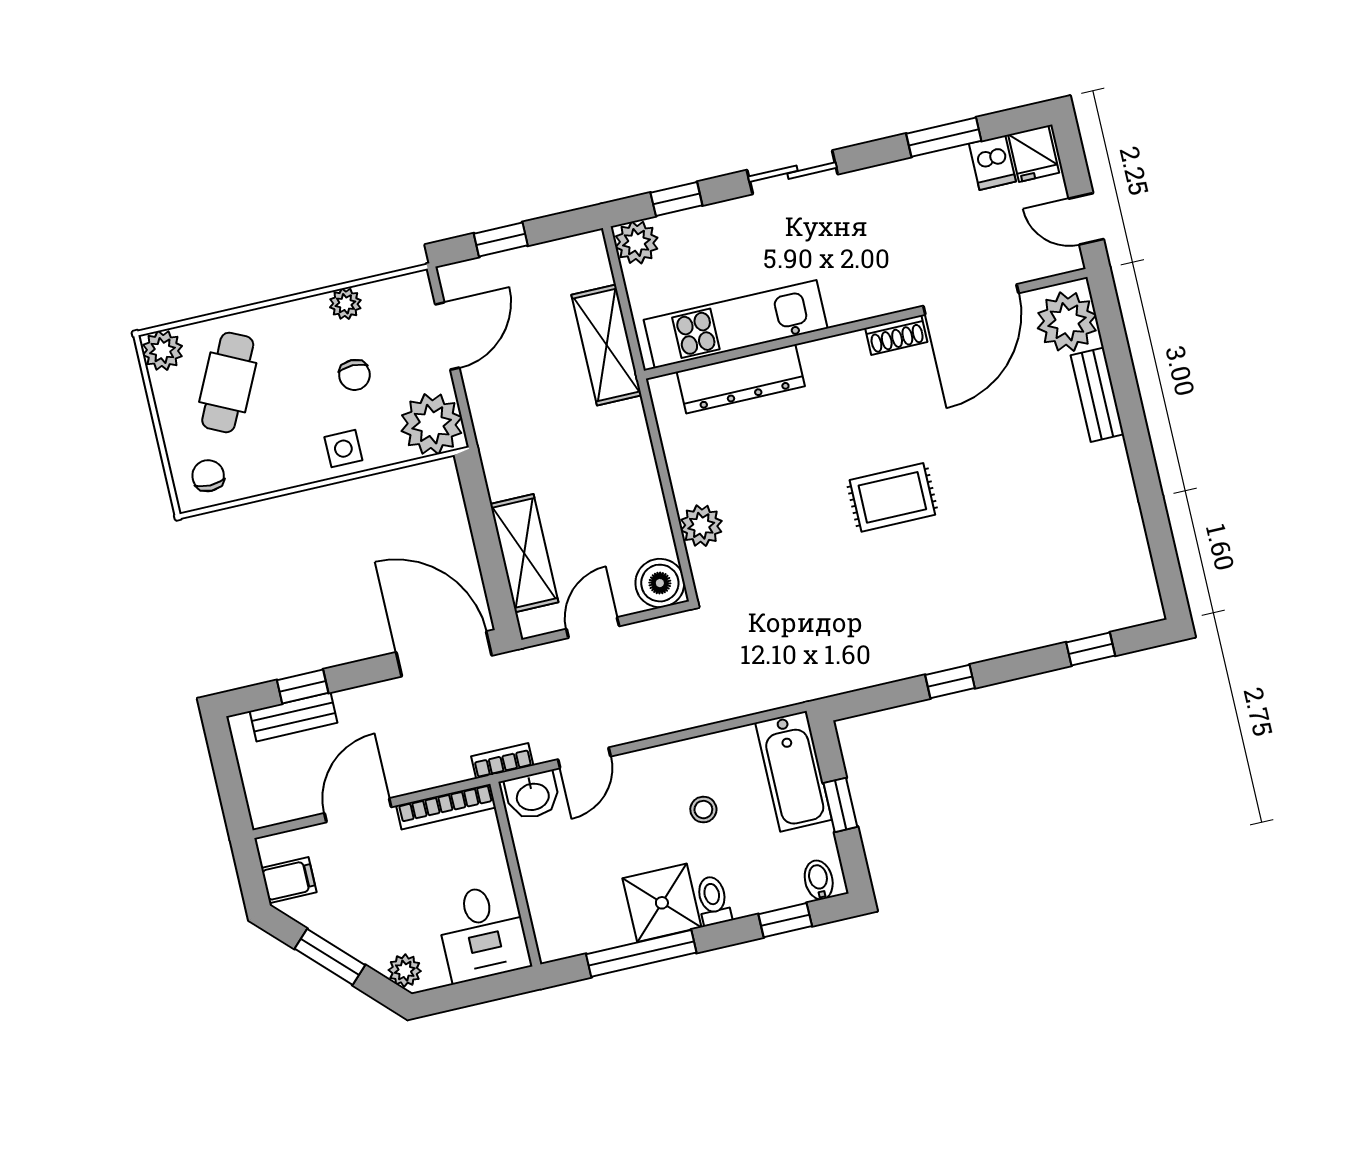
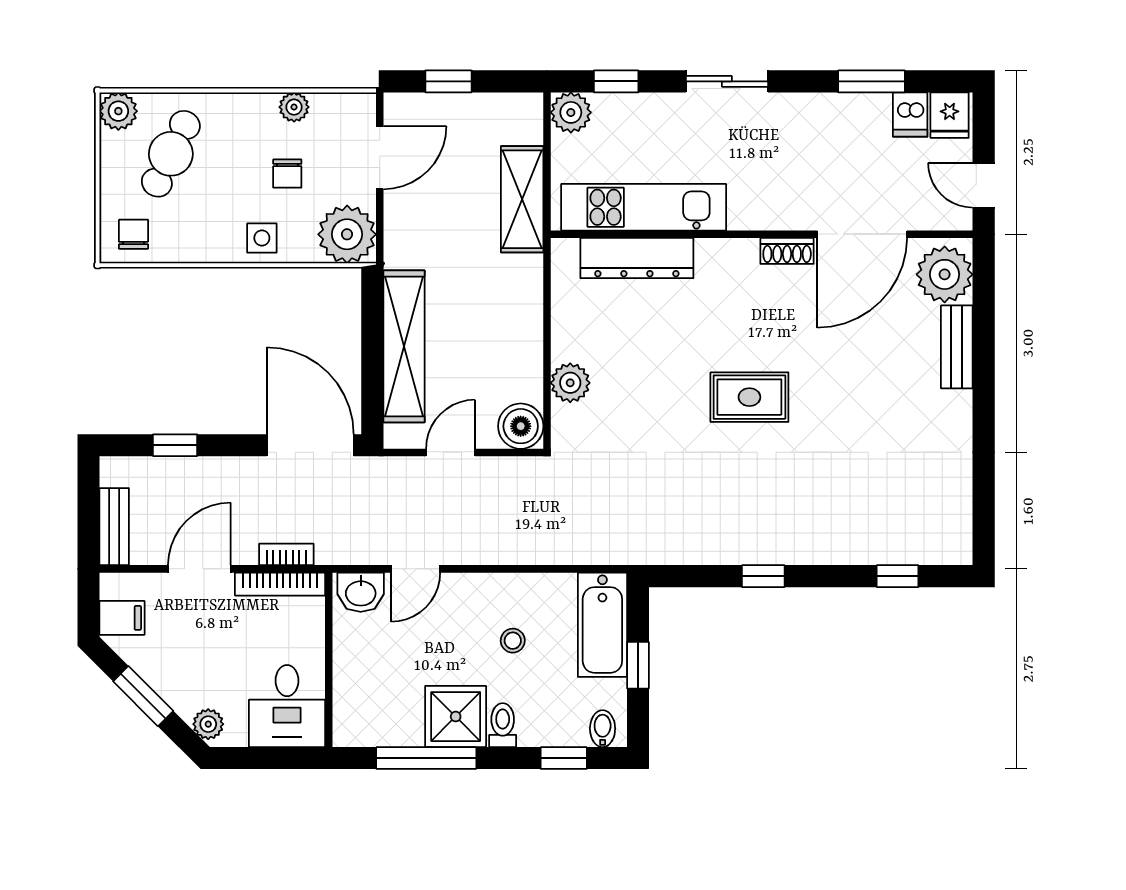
shelving: (524, 553) -> (404, 346), width x1.47
bench: (293, 717) -> (114, 527), moved, turned 90
bookcase: (502, 761) -> (286, 554), moved

